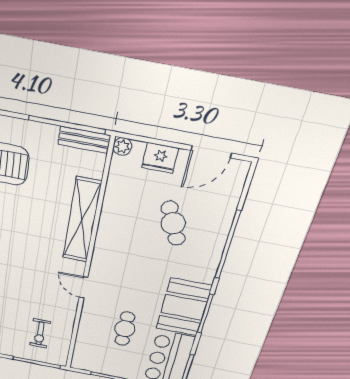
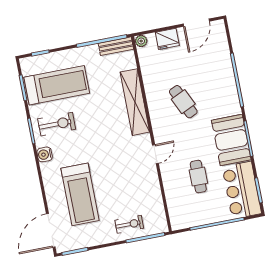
cafe table: (173, 223) -> (183, 102), moved
door: (83, 287) -> (155, 154), swing flipped
exercise bike: (40, 333) -> (129, 224), moved, turned -90

